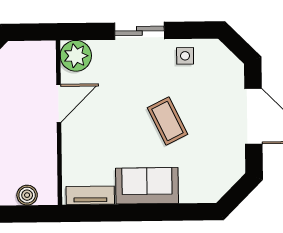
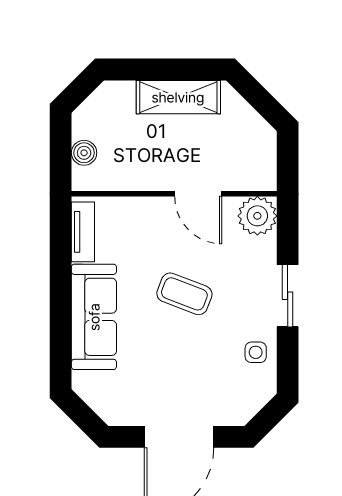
coffee table: (167, 121) -> (184, 294), moved, turned 47
sofa: (147, 186) -> (94, 317), width x1.36

